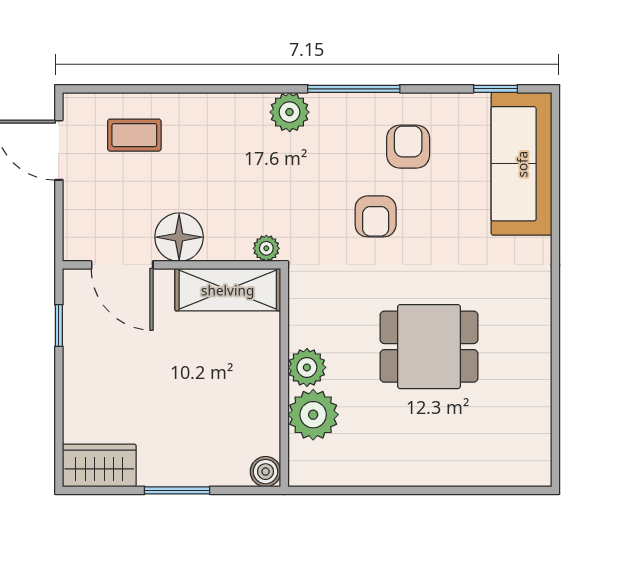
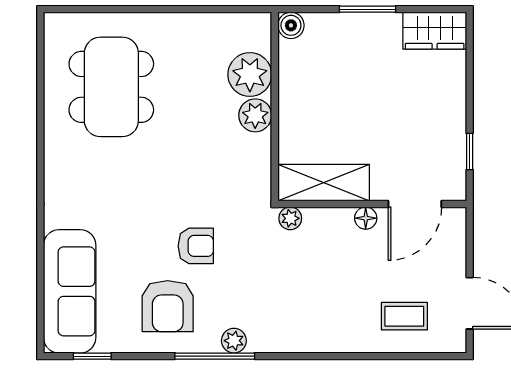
plant: (290, 112) -> (234, 341), moved, width x0.73, depth x0.73
armchair: (408, 147) -> (168, 306), width x1.38, depth x1.38
armchair: (376, 216) -> (196, 246), turned 90
floor lamp: (179, 237) -> (366, 218), width x0.53, depth x0.53
door: (122, 265) -> (415, 204), swing flipped
dining table: (429, 347) -> (111, 87), moved, width x1.37

